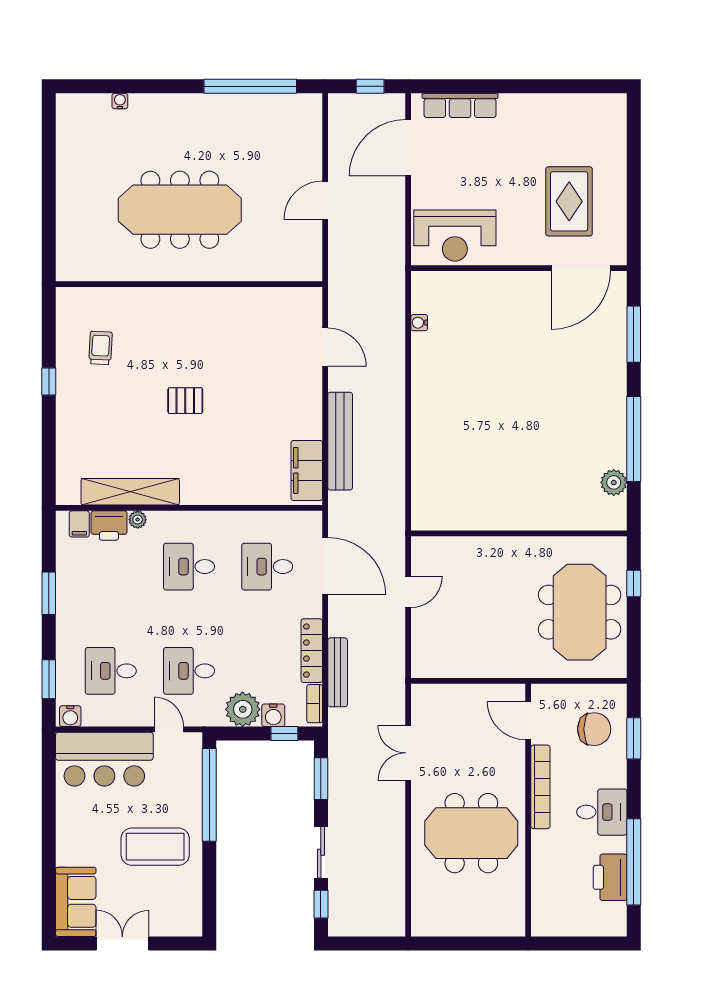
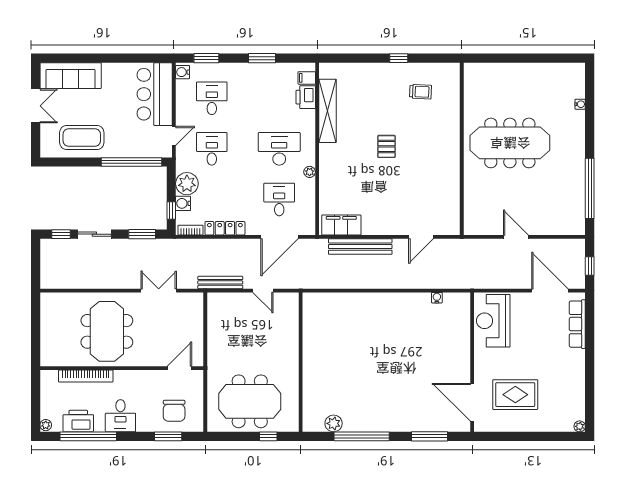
plant: (618, 102) -> (580, 426), added
meeting table: (180, 210) -> (510, 143), turned 90
plant: (138, 520) -> (310, 172), moved
desk: (189, 567) -> (279, 149), width x1.37
bench: (338, 672) -> (220, 282), moved
bookcase: (540, 787) -> (86, 376), moved
coffee table: (155, 847) -> (82, 138), moved, turned 90
sofa: (76, 902) -> (71, 76), width x1.36
plant: (616, 928) -> (46, 425), added

